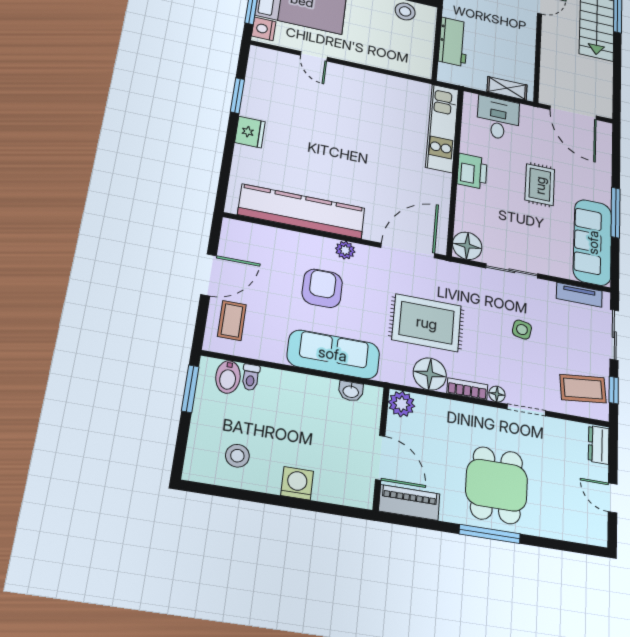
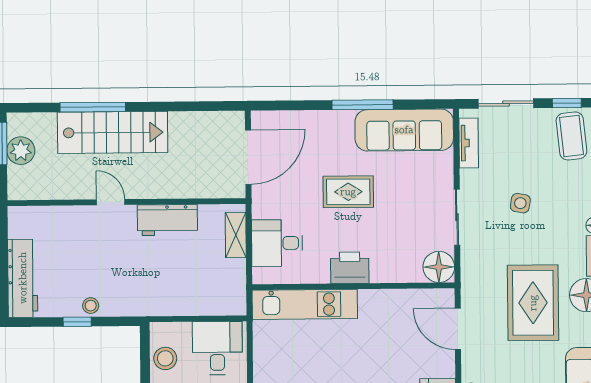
workbench: (453, 42) -> (167, 220), moved, turned 180
desk: (410, 52) -> (217, 348), added
door: (408, 251) -> (458, 329), width x0.73

